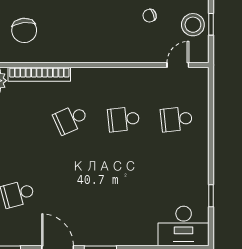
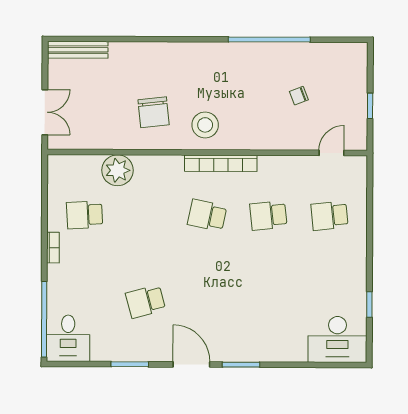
stool: (193, 25) -> (205, 125), moved
bookcase: (39, 74) -> (221, 163), moved
school desk: (71, 119) -> (207, 215), turned 36

